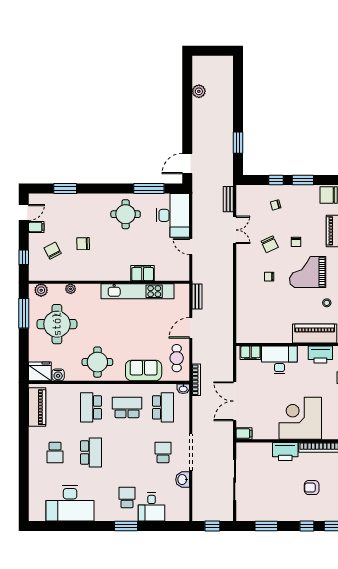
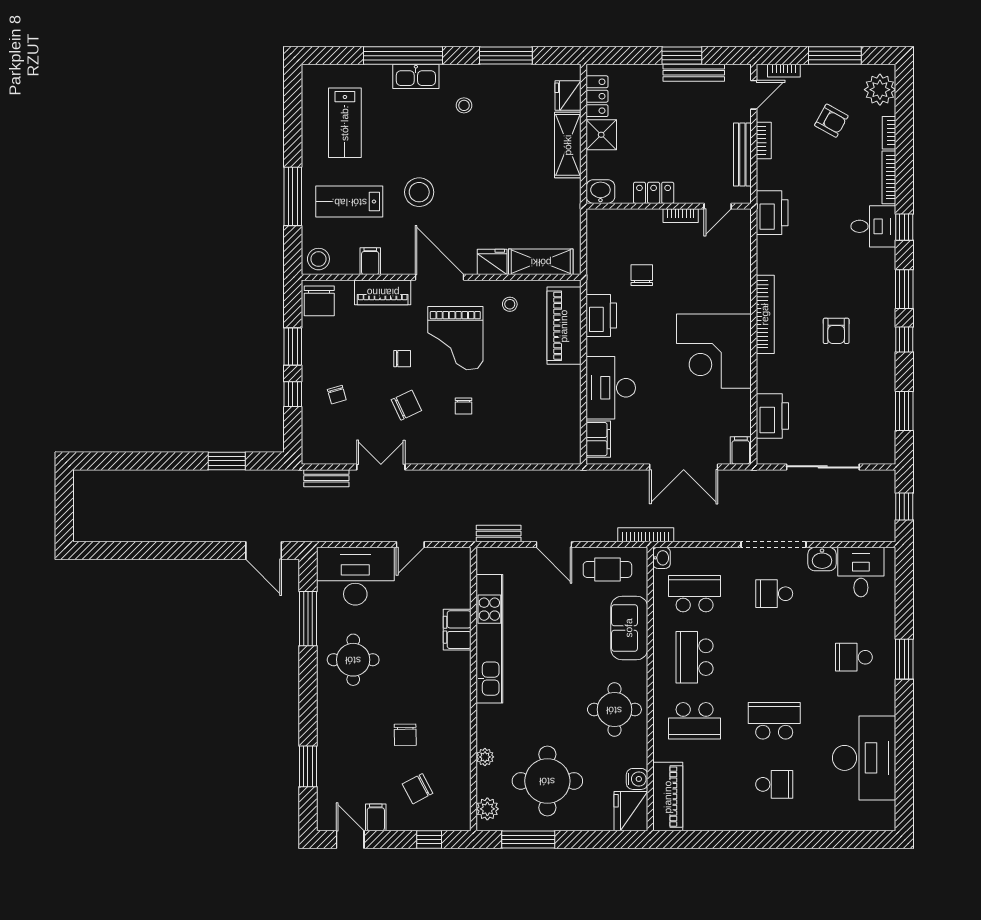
plant: (199, 91) -> (136, 530), removed
piano: (37, 407) -> (668, 797), moved, turned 90
printer: (285, 451) -> (772, 416), moved
desk: (152, 507) -> (861, 572), moved, turned -90

